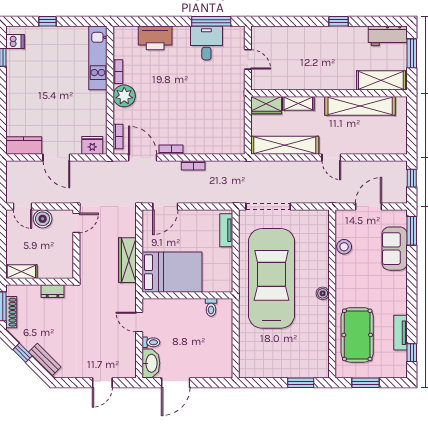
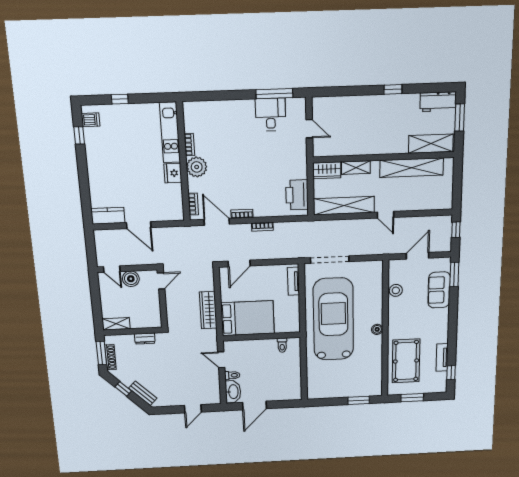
printer: (155, 38) -> (297, 195), moved, turned 90
fridge: (92, 145) -> (173, 173), moved, turned -90

